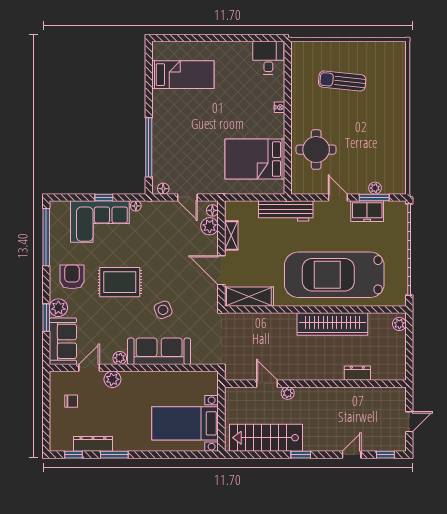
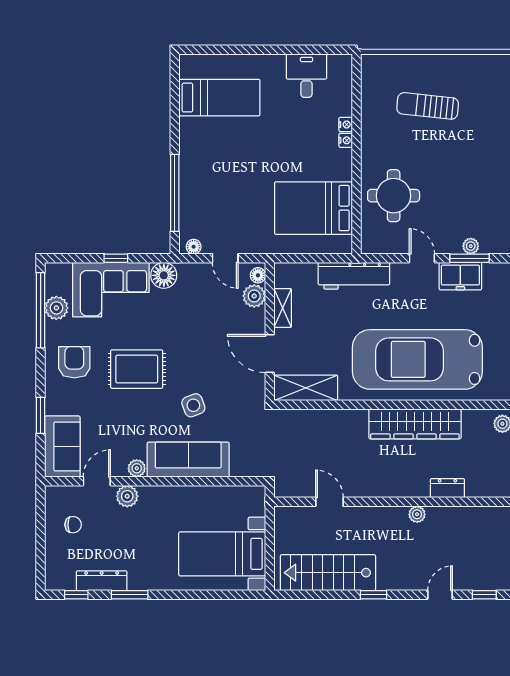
desk: (268, 58) -> (306, 76), moved
nightstand: (279, 95) -> (346, 125), added
floor lamp: (136, 206) -> (164, 275), width x1.89, depth x1.89
plant: (58, 308) -> (56, 308), moved
plant: (288, 393) -> (417, 514), moved

